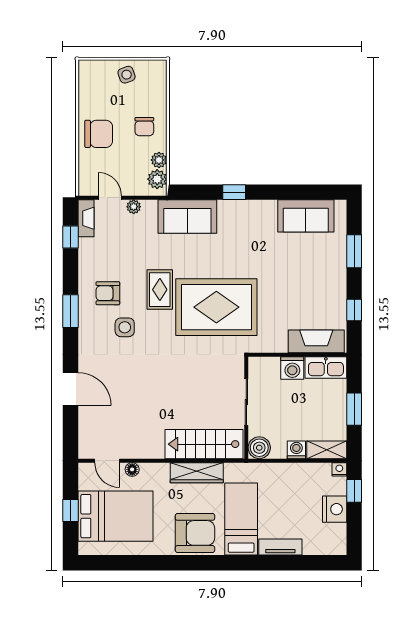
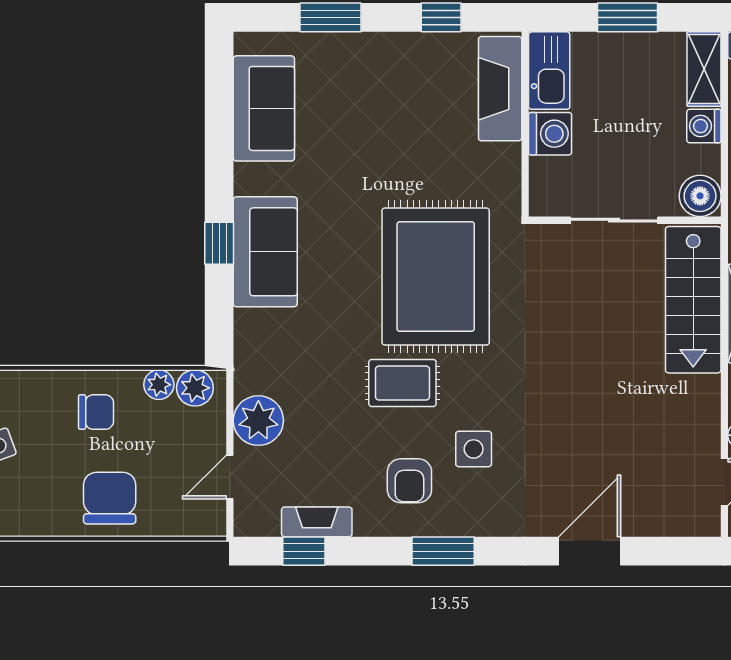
plant: (134, 207) -> (258, 421), width x1.87, depth x1.87
sofa: (187, 217) -> (265, 252), moved
fireplace: (86, 218) -> (317, 522), moved

